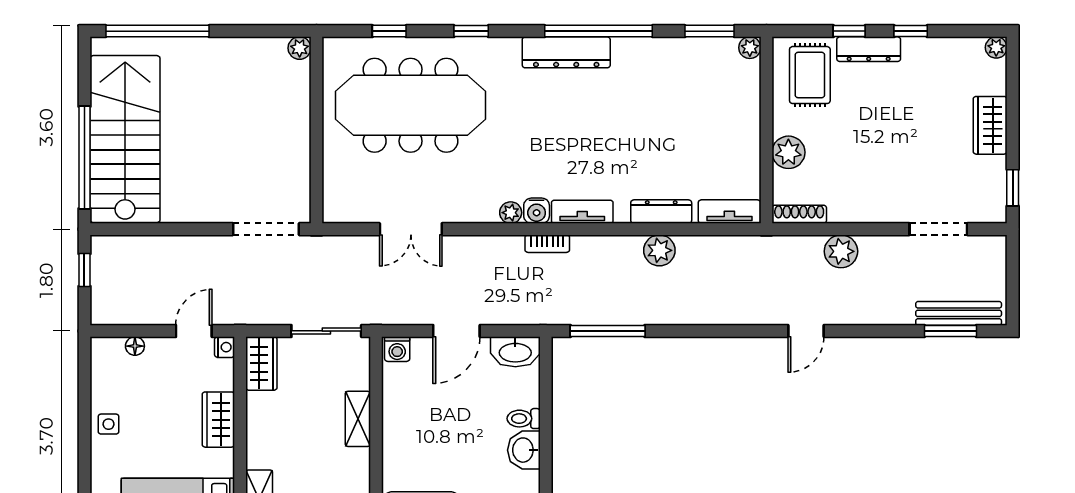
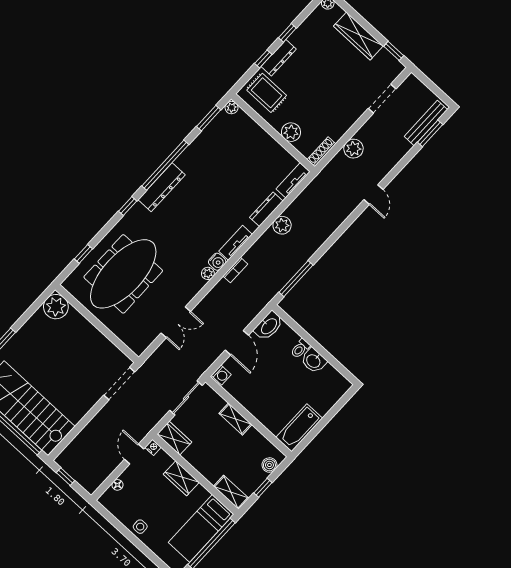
window: (471, 31) -> (128, 206), moved
plant: (300, 48) -> (56, 307), width x1.88, depth x1.88
wardrobe: (990, 125) -> (358, 36), width x1.50

